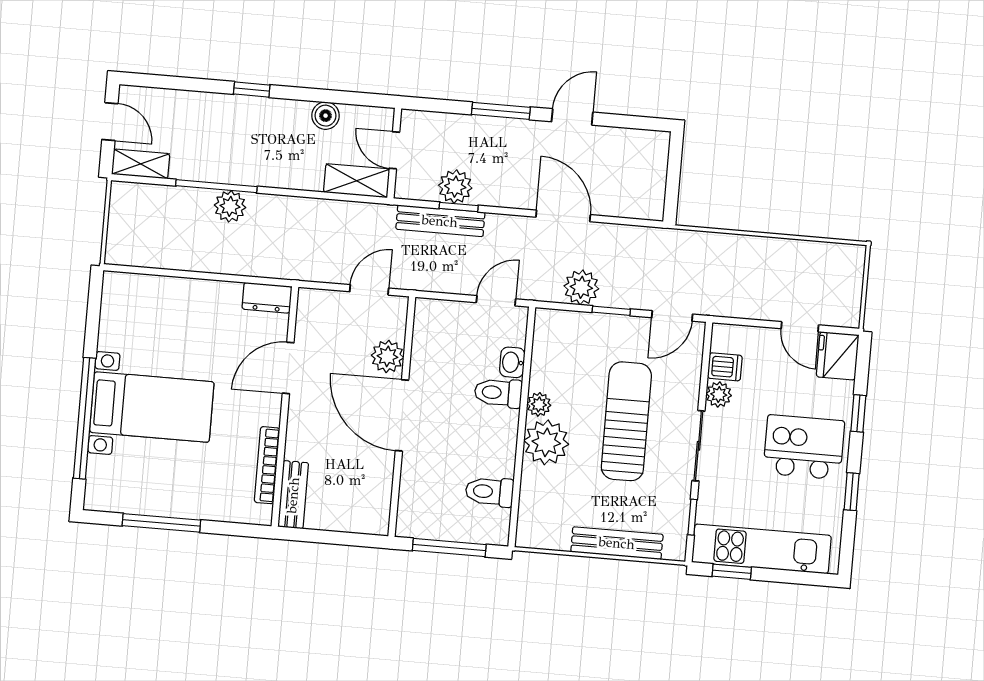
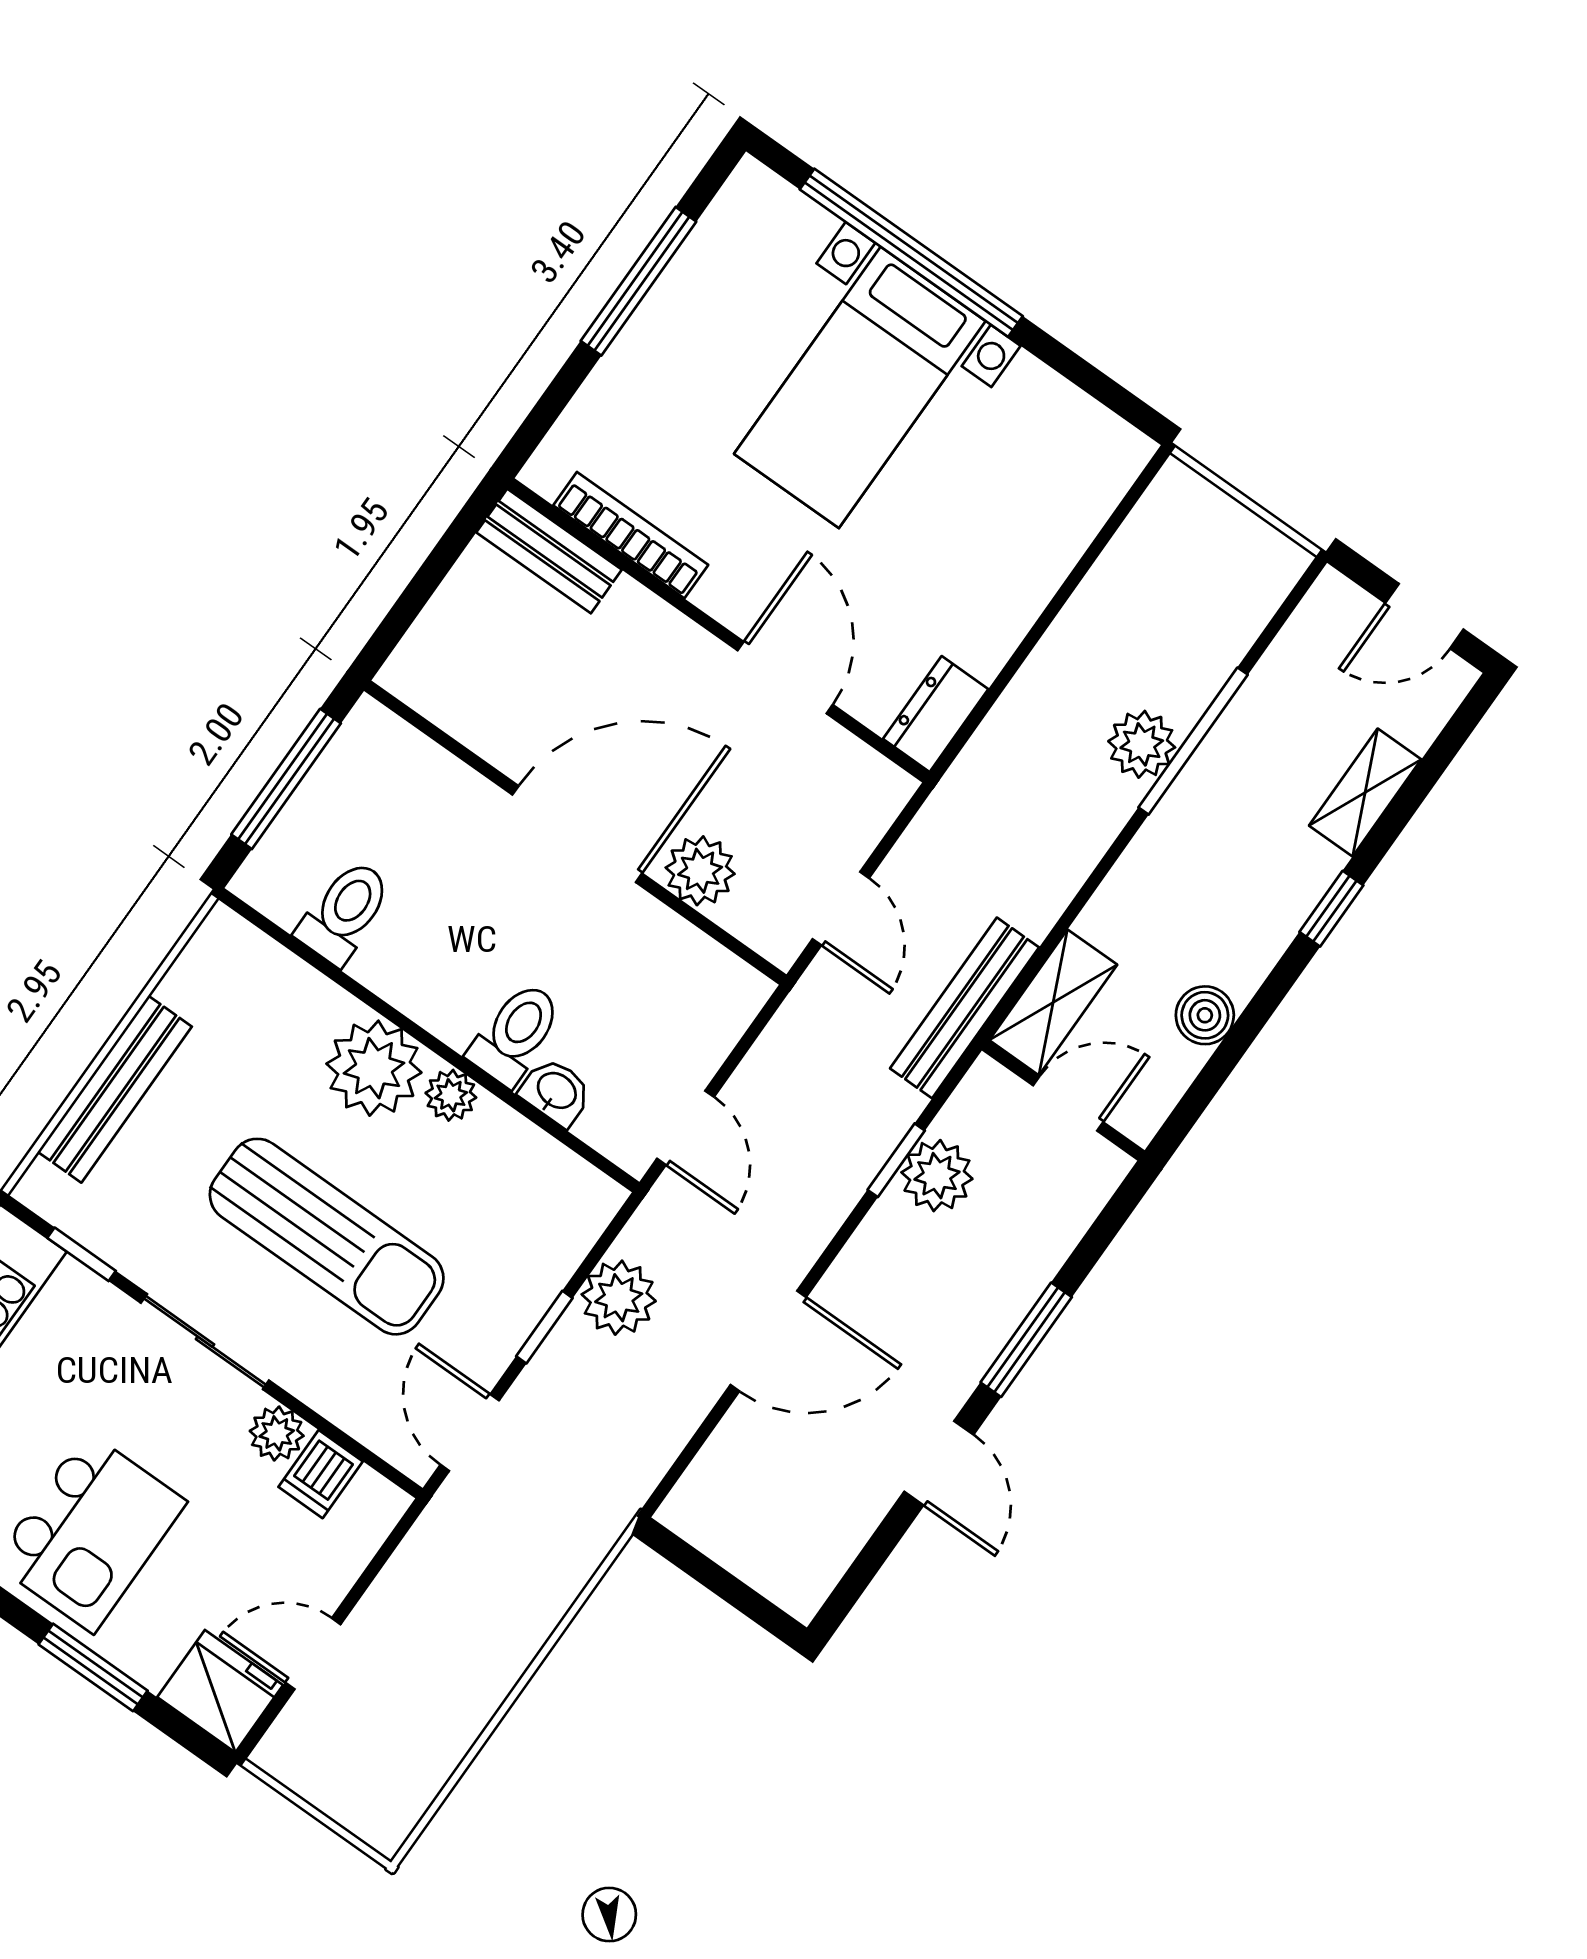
shelving: (141, 164) -> (1365, 793), moved
bench: (440, 221) -> (965, 1008), moved
window: (858, 413) -> (93, 1667), width x1.50

